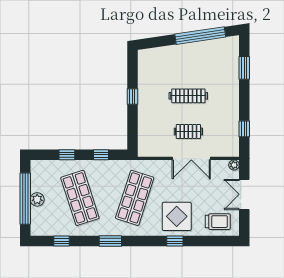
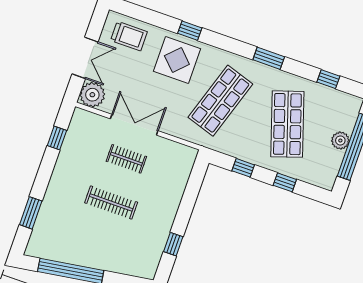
window: (132, 97) -> (173, 244), moved
plant: (234, 165) -> (92, 95), width x1.88, depth x1.88
trolley: (218, 222) -> (129, 36), turned 180

